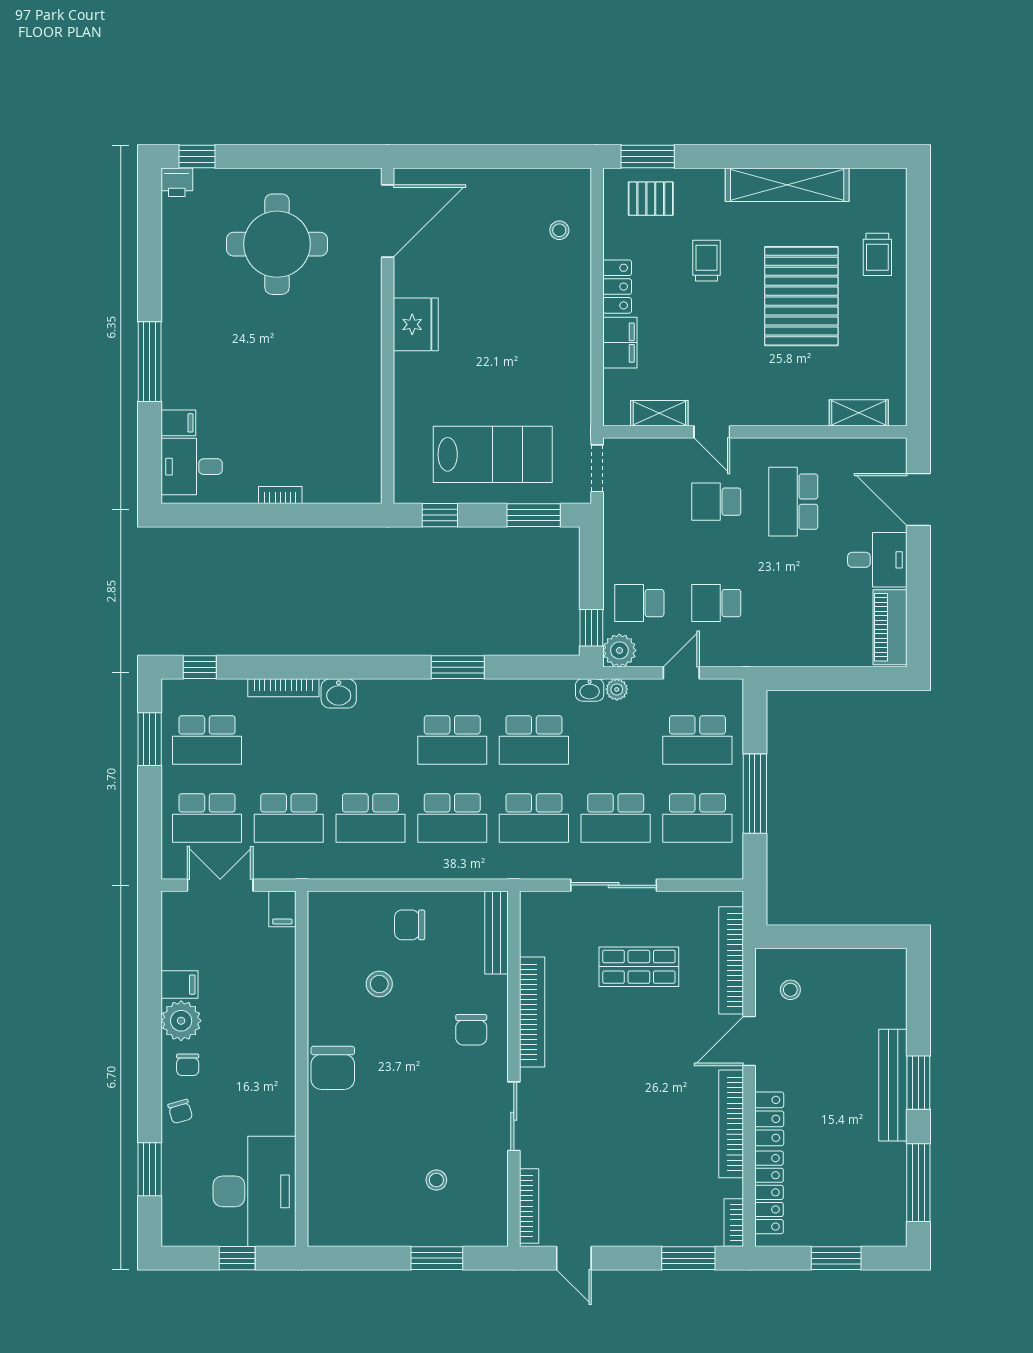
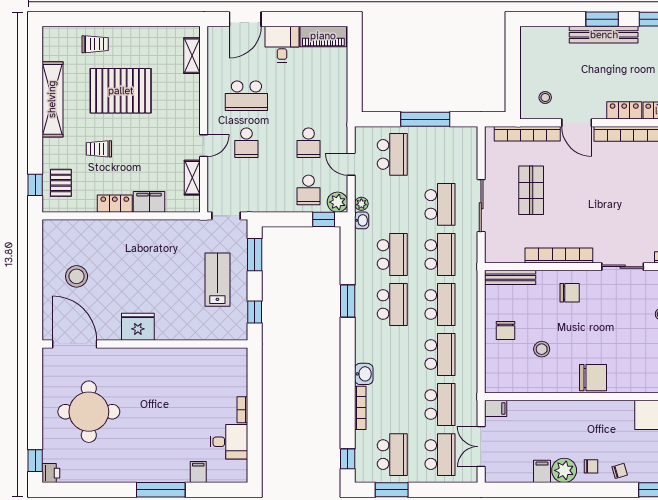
window: (648, 156) -> (35, 185), width x0.67
stool: (559, 230) -> (77, 276), moved, width x1.89, depth x1.89
lab bench: (493, 454) -> (217, 280), width x0.73, depth x0.72
desk: (192, 467) -> (229, 442), moved, turned -90
school desk: (697, 818) -> (440, 154), removed

